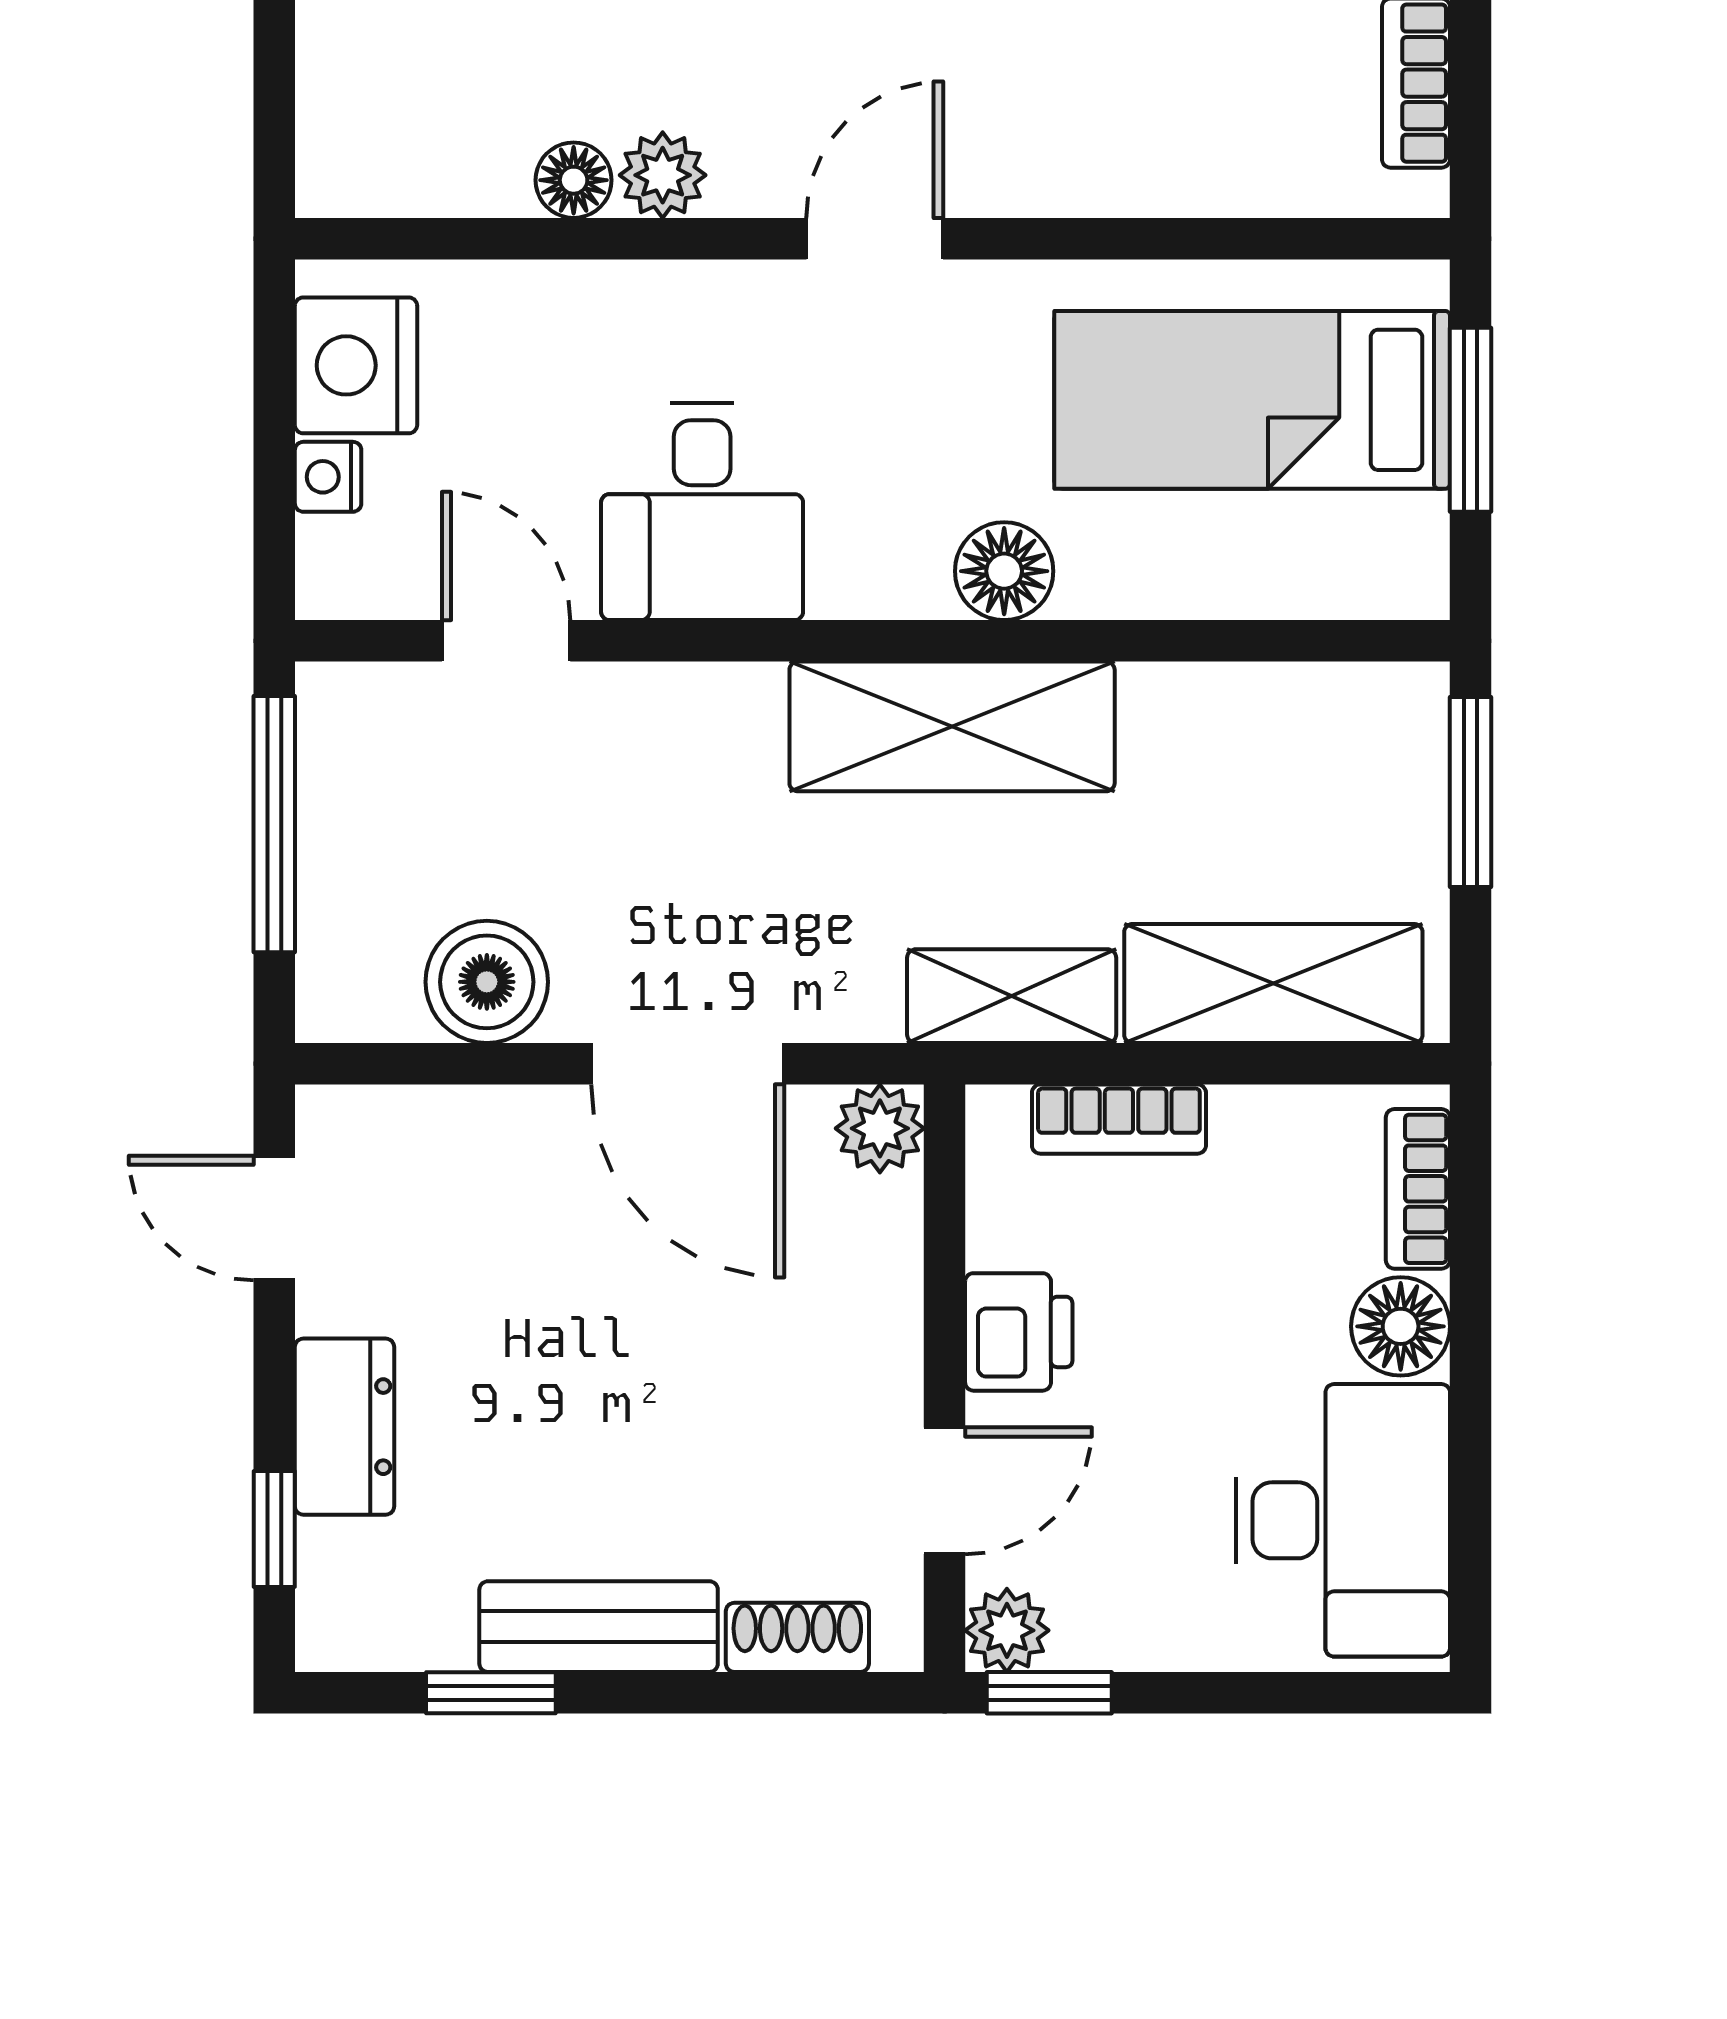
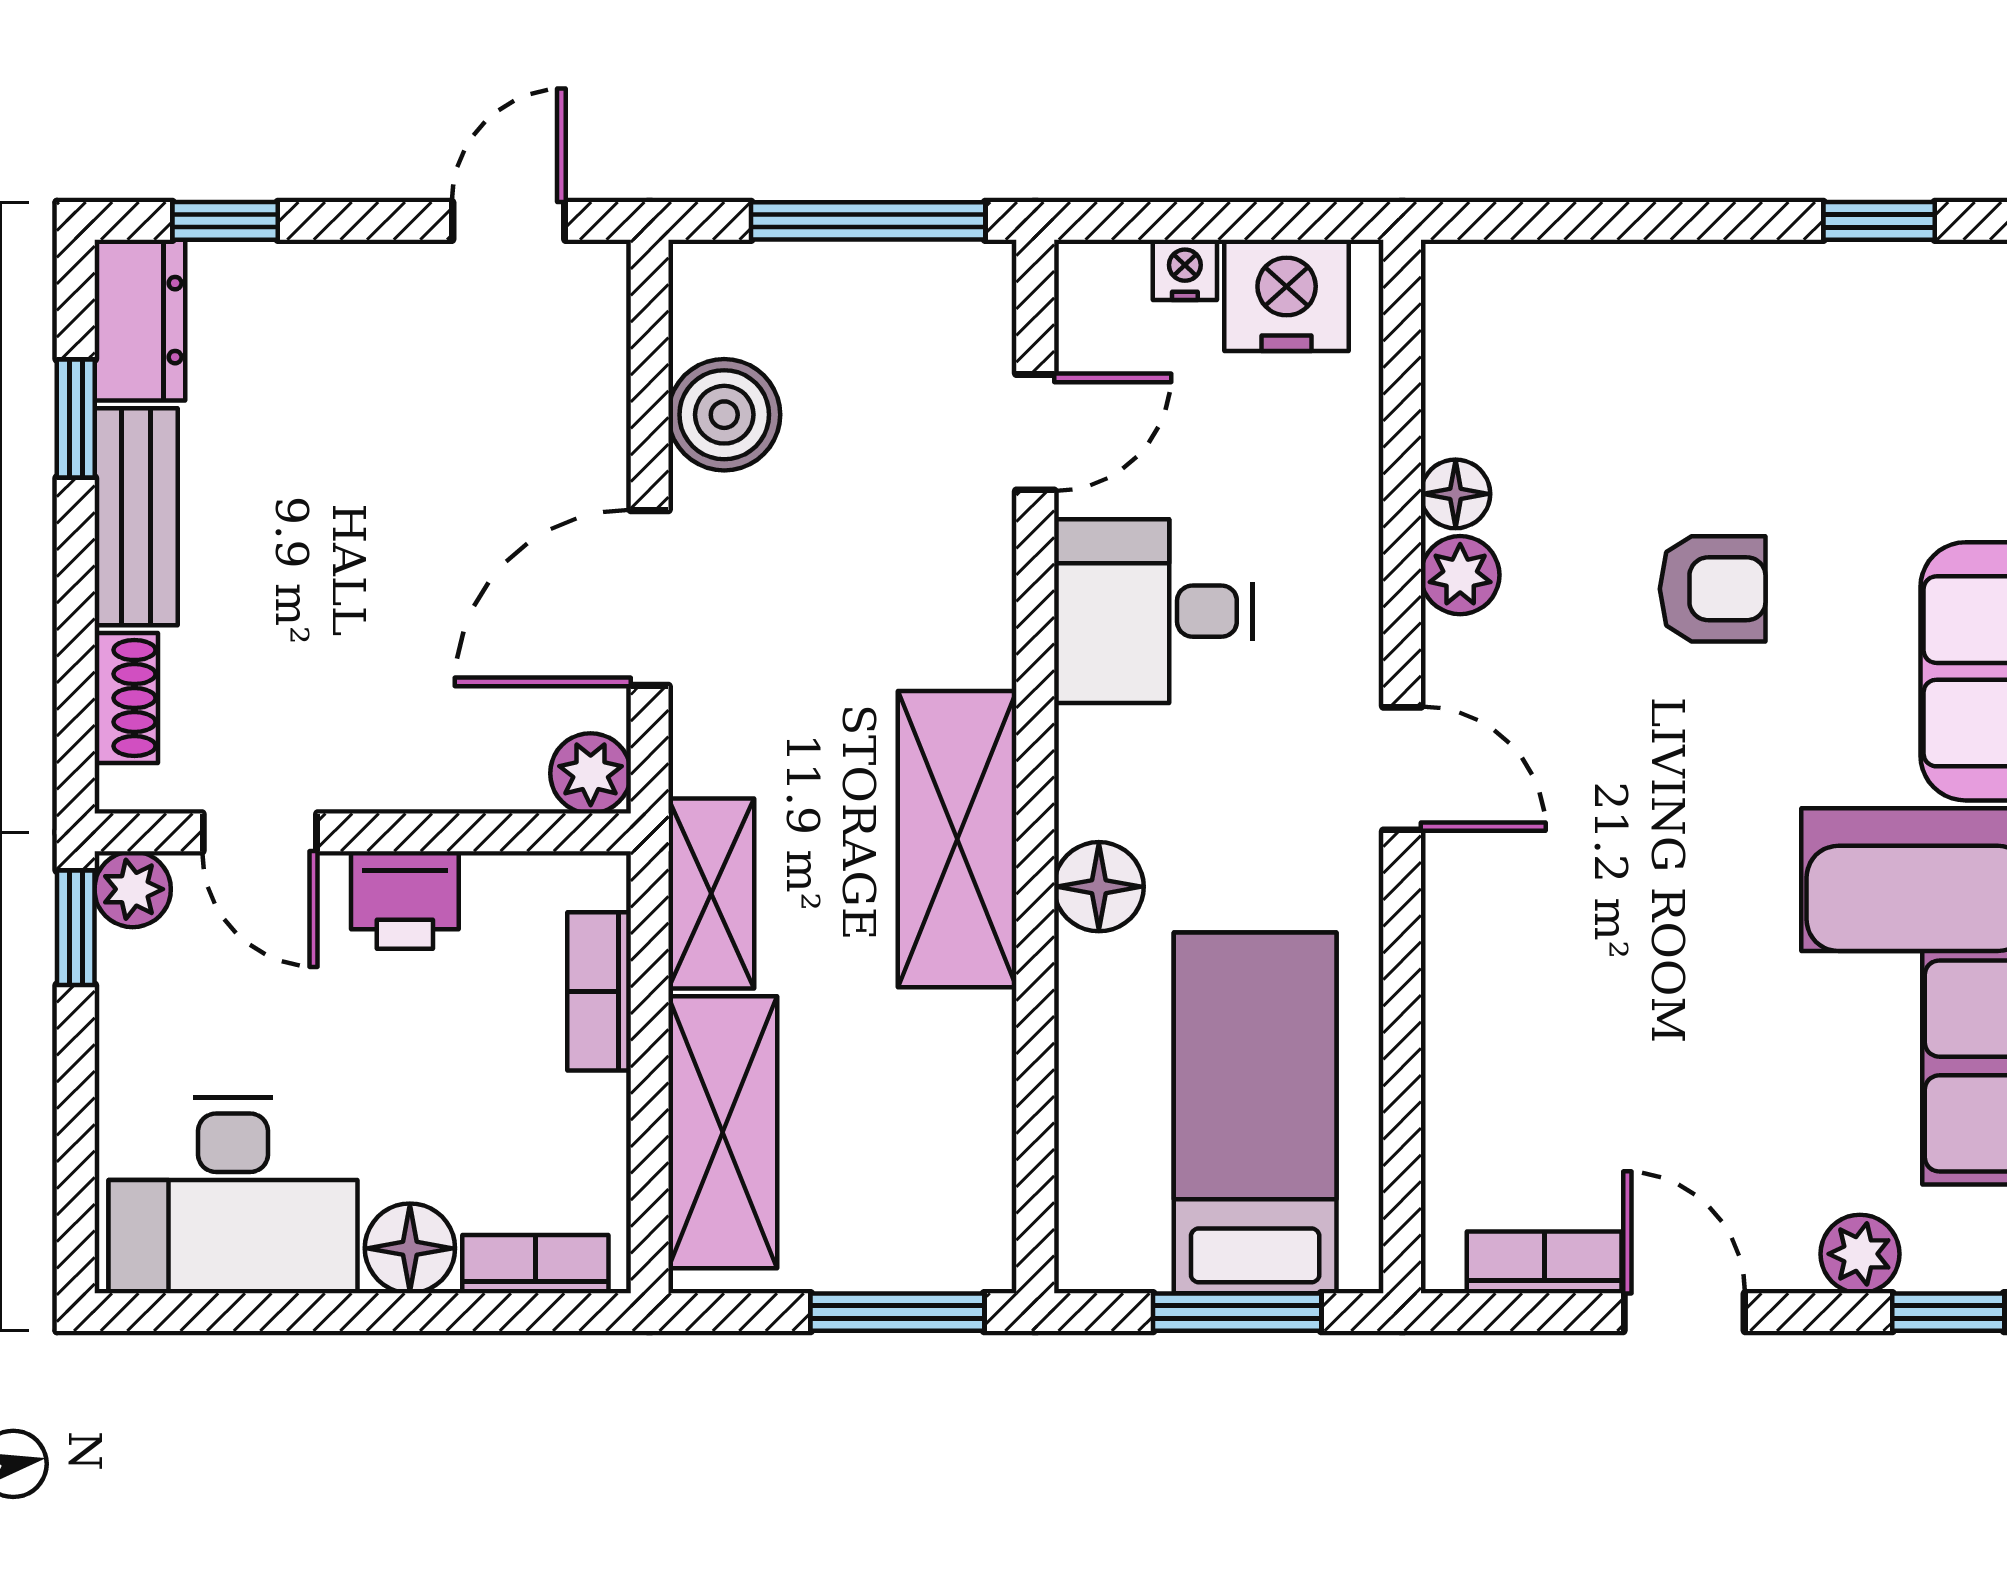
dresser: (344, 1427) -> (140, 320), moved, turned -90

